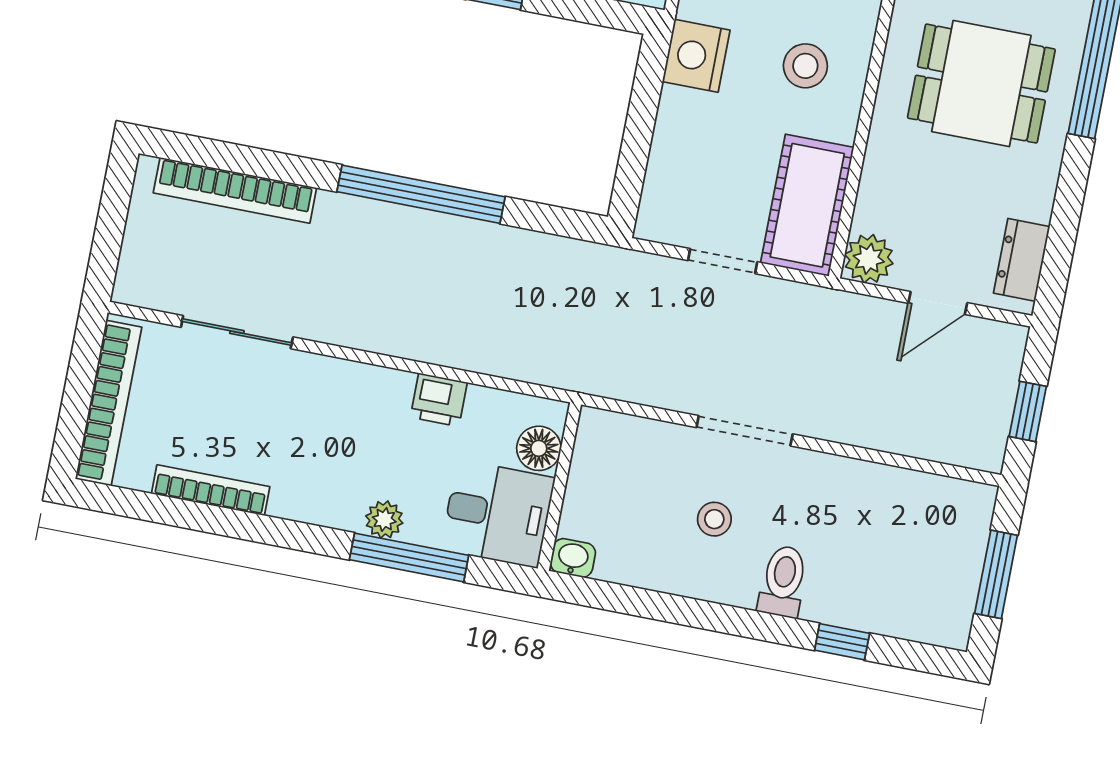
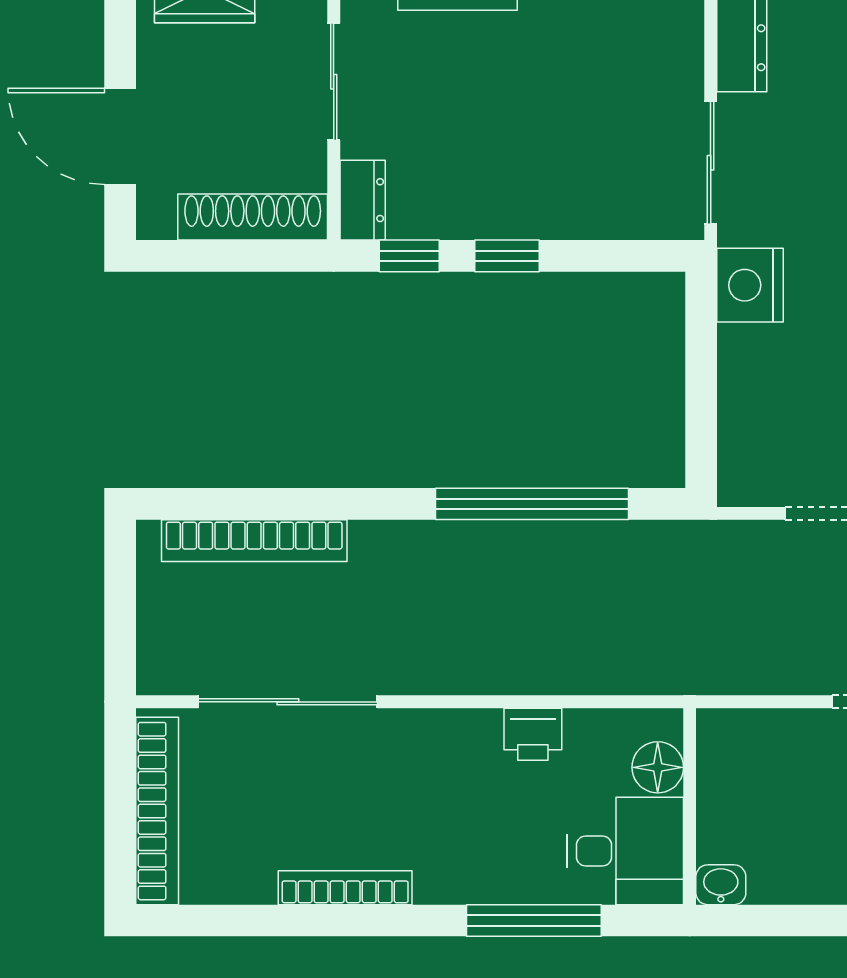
window: (421, 194) -> (532, 504), moved
sliding door: (237, 332) -> (288, 702), width x1.37
bookcase: (211, 490) -> (345, 888), moved
plant: (384, 520) -> (497, 883), removed

